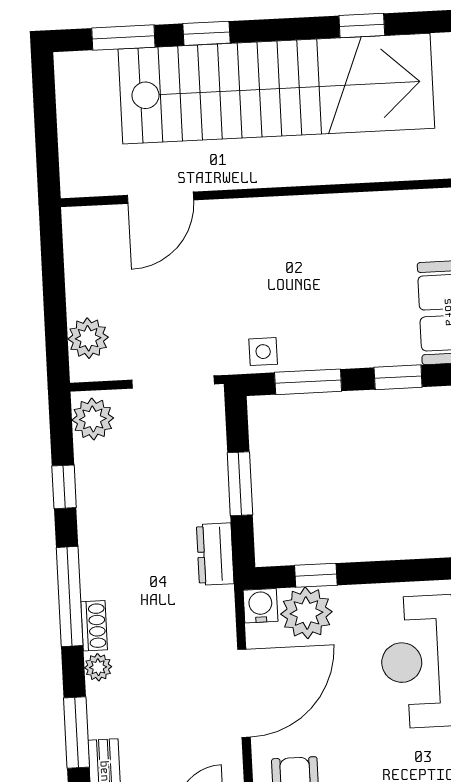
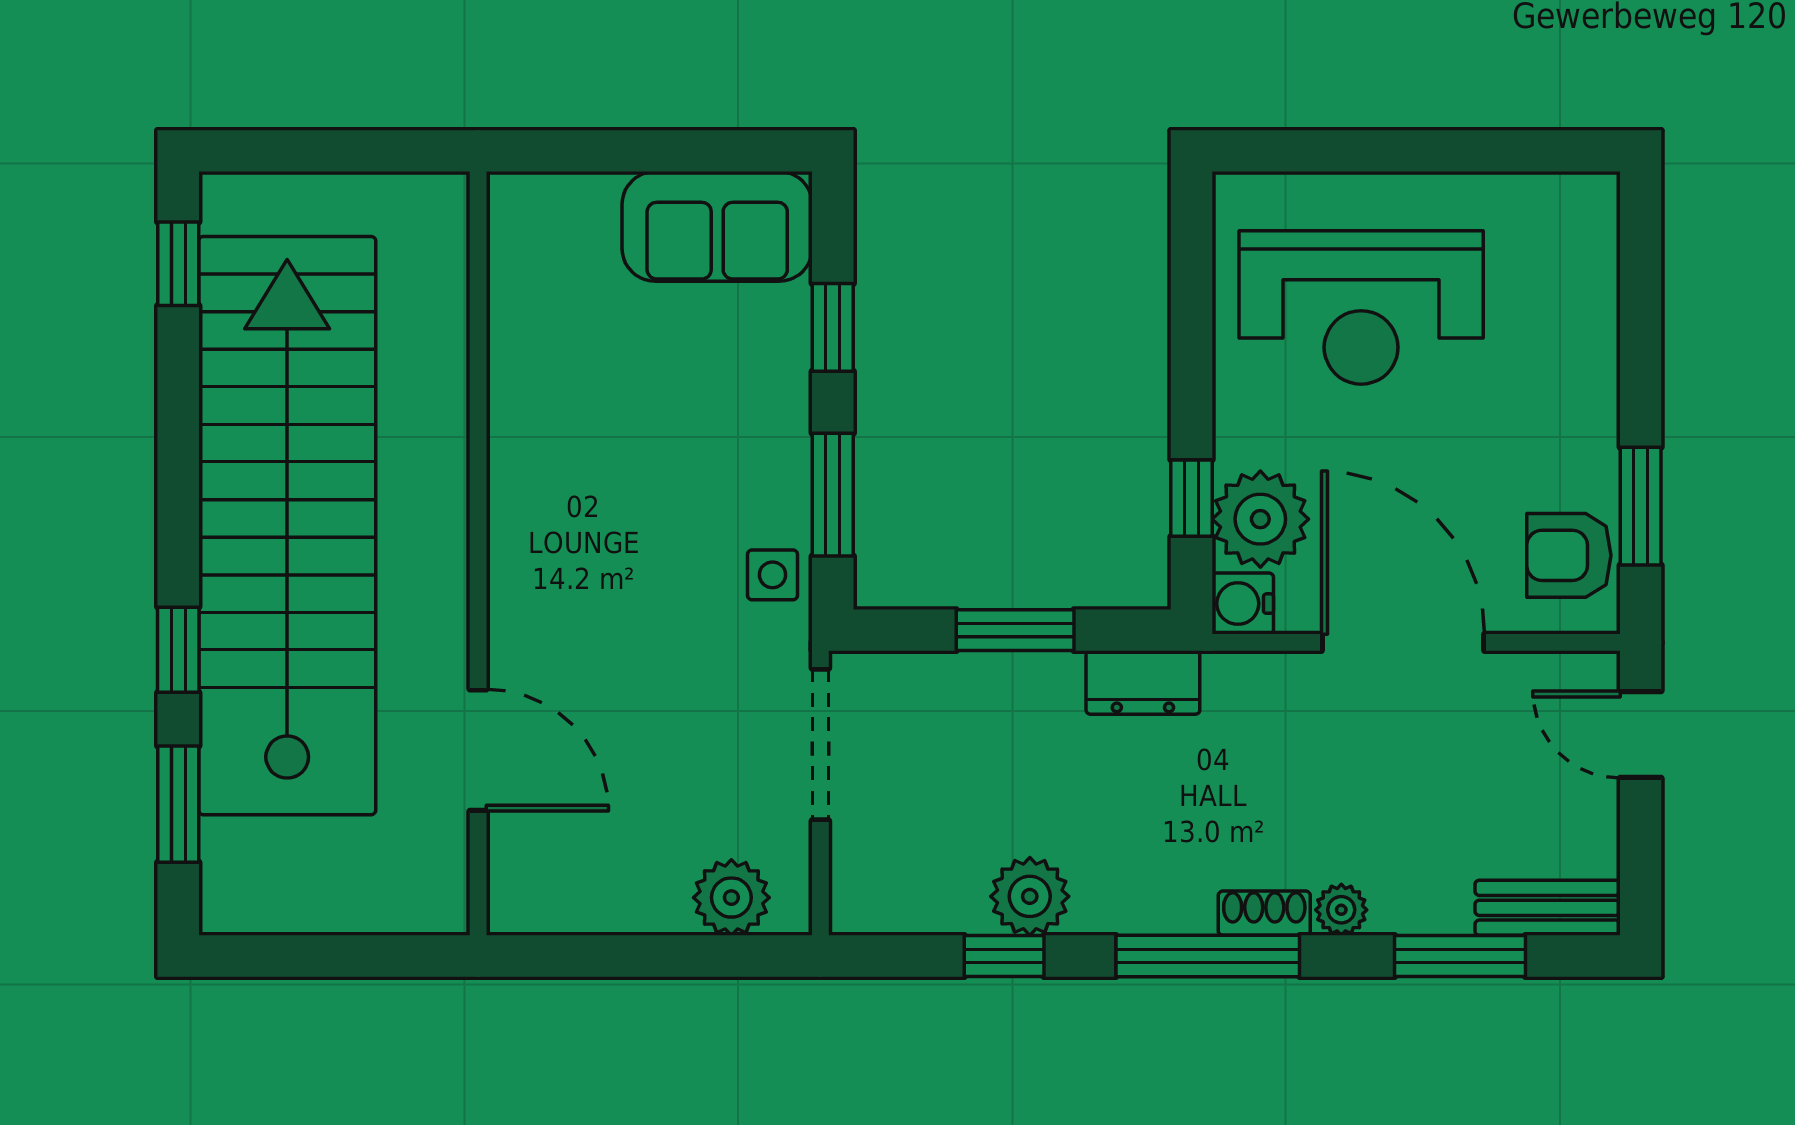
window: (362, 25) -> (178, 264), moved
plant: (93, 419) -> (1030, 896), moved

